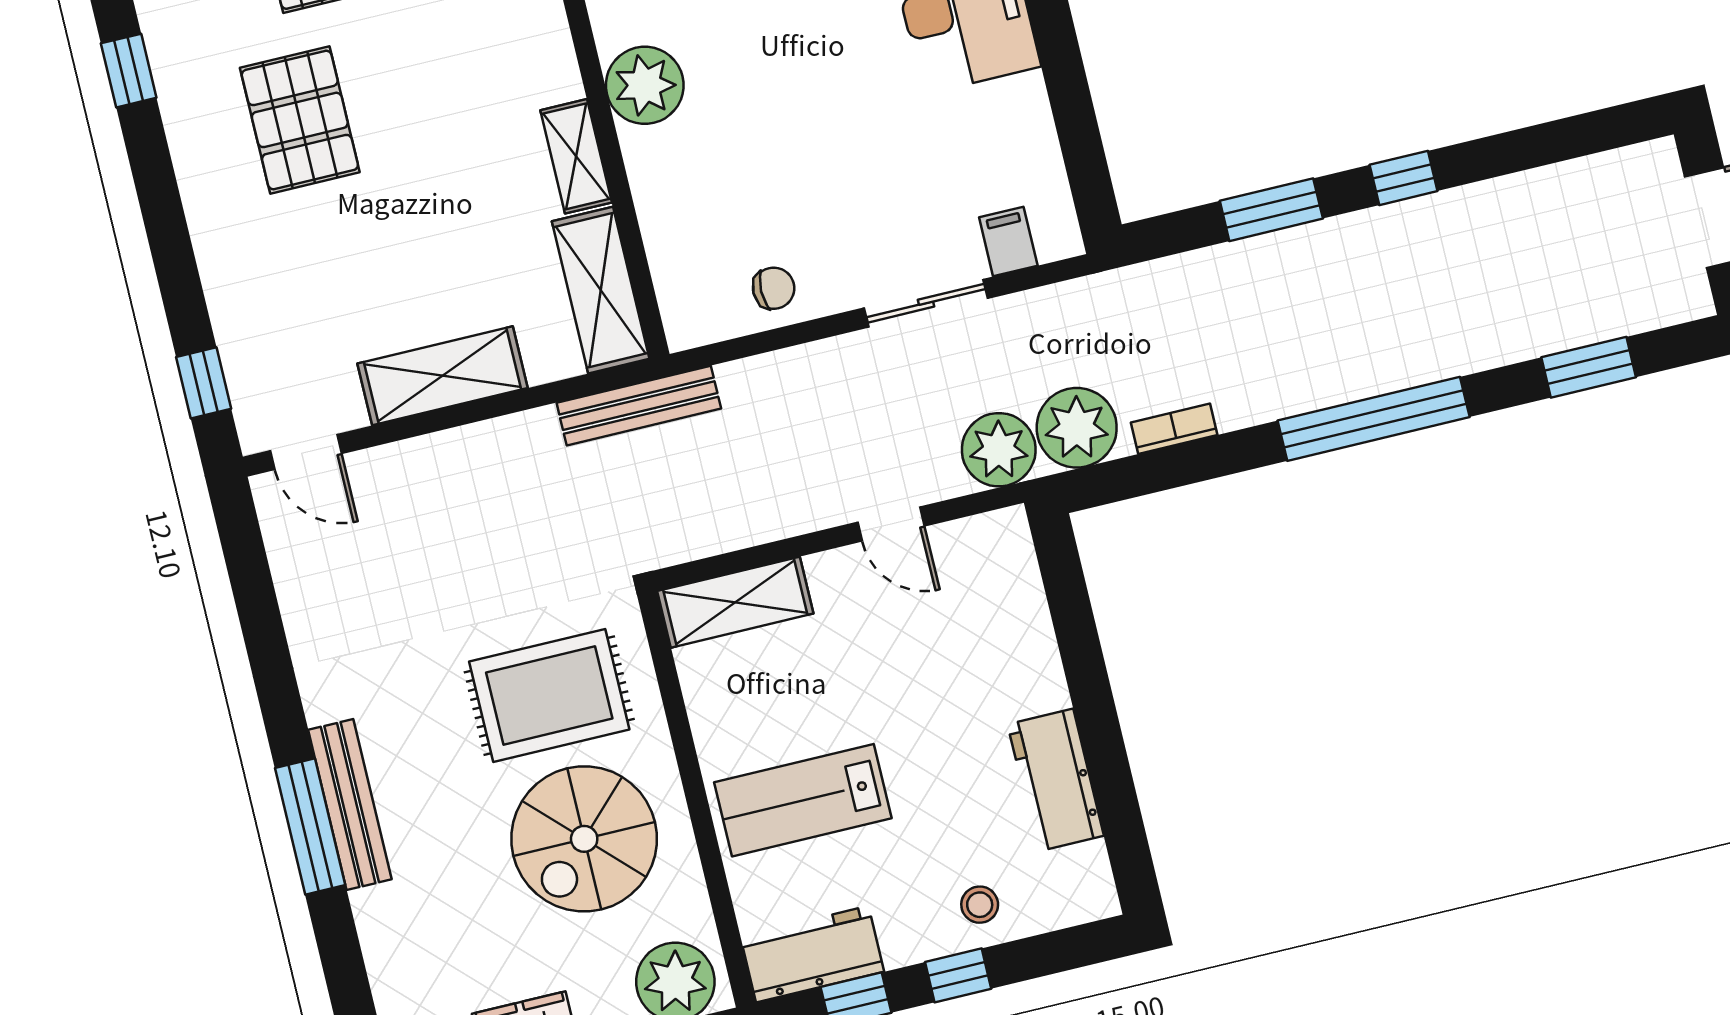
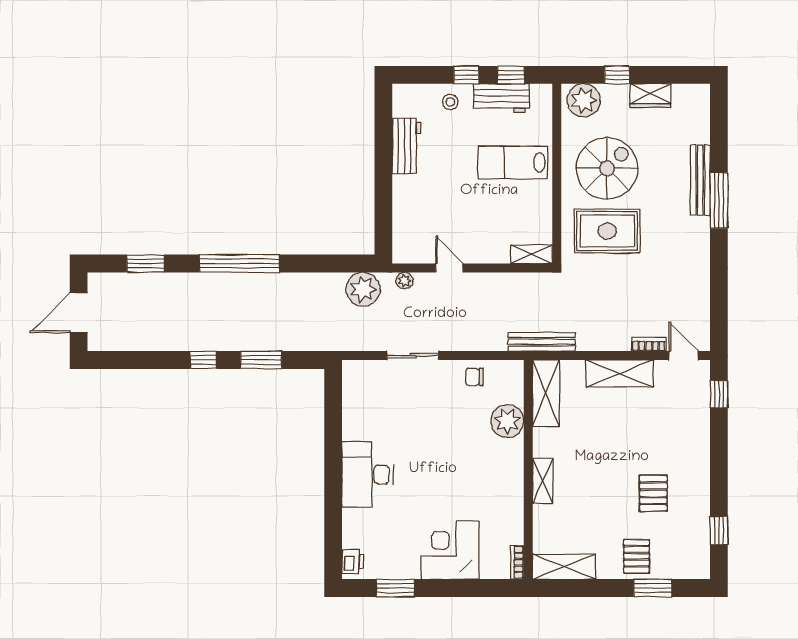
plant: (645, 85) -> (507, 421), moved
pallet: (300, 120) -> (653, 493), width x0.67, depth x0.71
shelving: (576, 156) -> (543, 481), moved
filing cabinet: (1008, 241) -> (373, 373), removed
bookcase: (1174, 429) -> (649, 344), moved, turned 180
plant: (999, 450) -> (405, 281), width x0.53, depth x0.53
shelving: (735, 602) -> (532, 254), width x0.67, depth x0.75
lab bench: (803, 800) -> (513, 163), turned 180
bench: (350, 805) -> (700, 180), moved
workbench: (812, 954) -> (501, 98), moved

